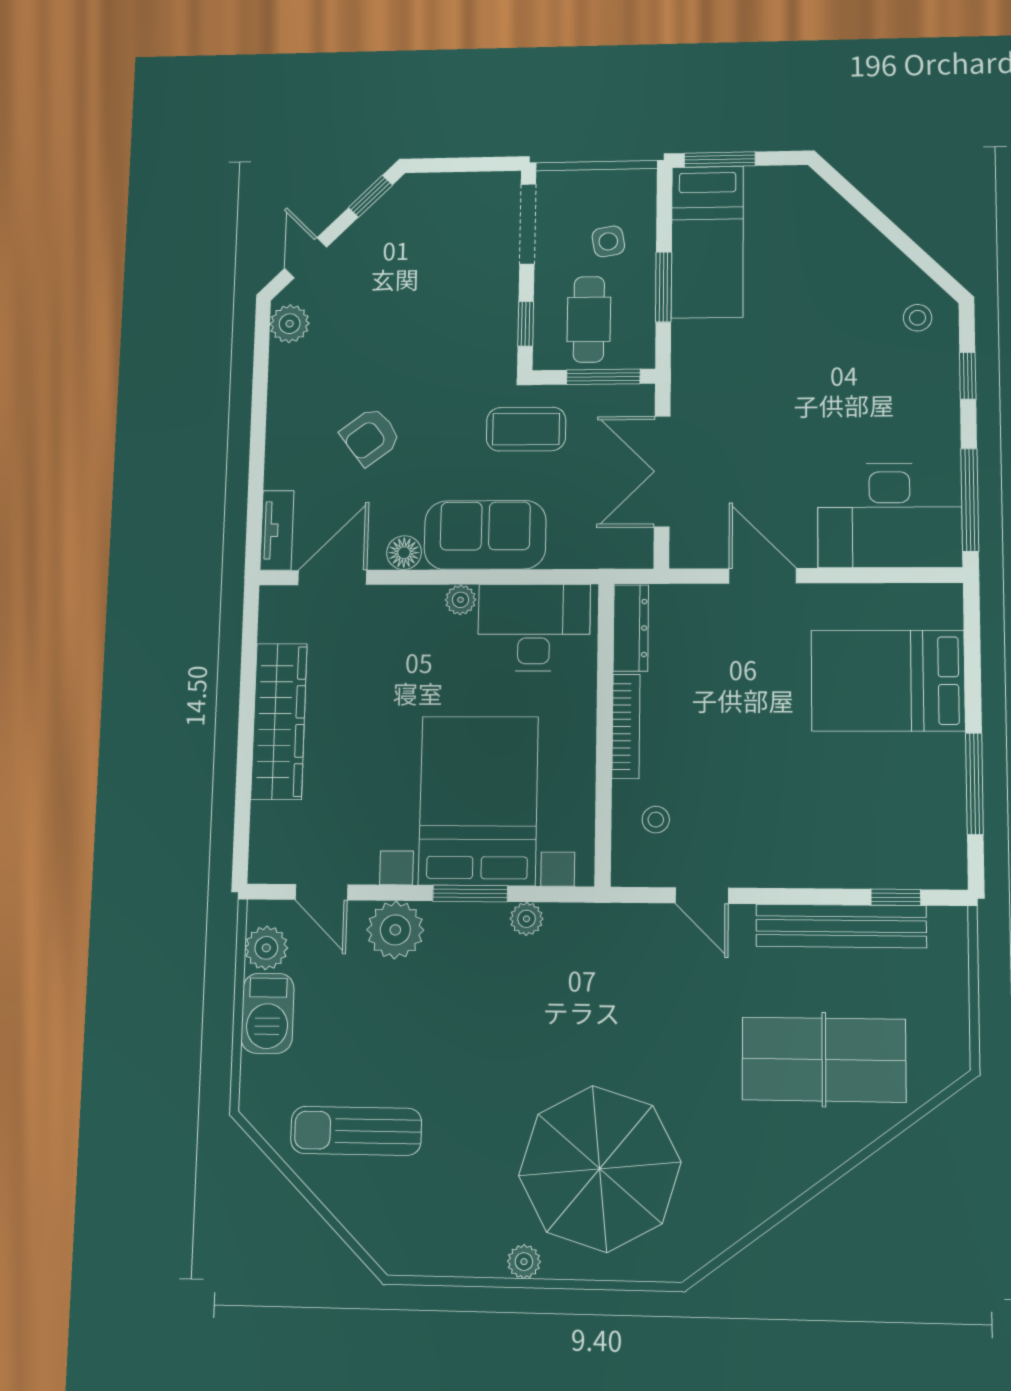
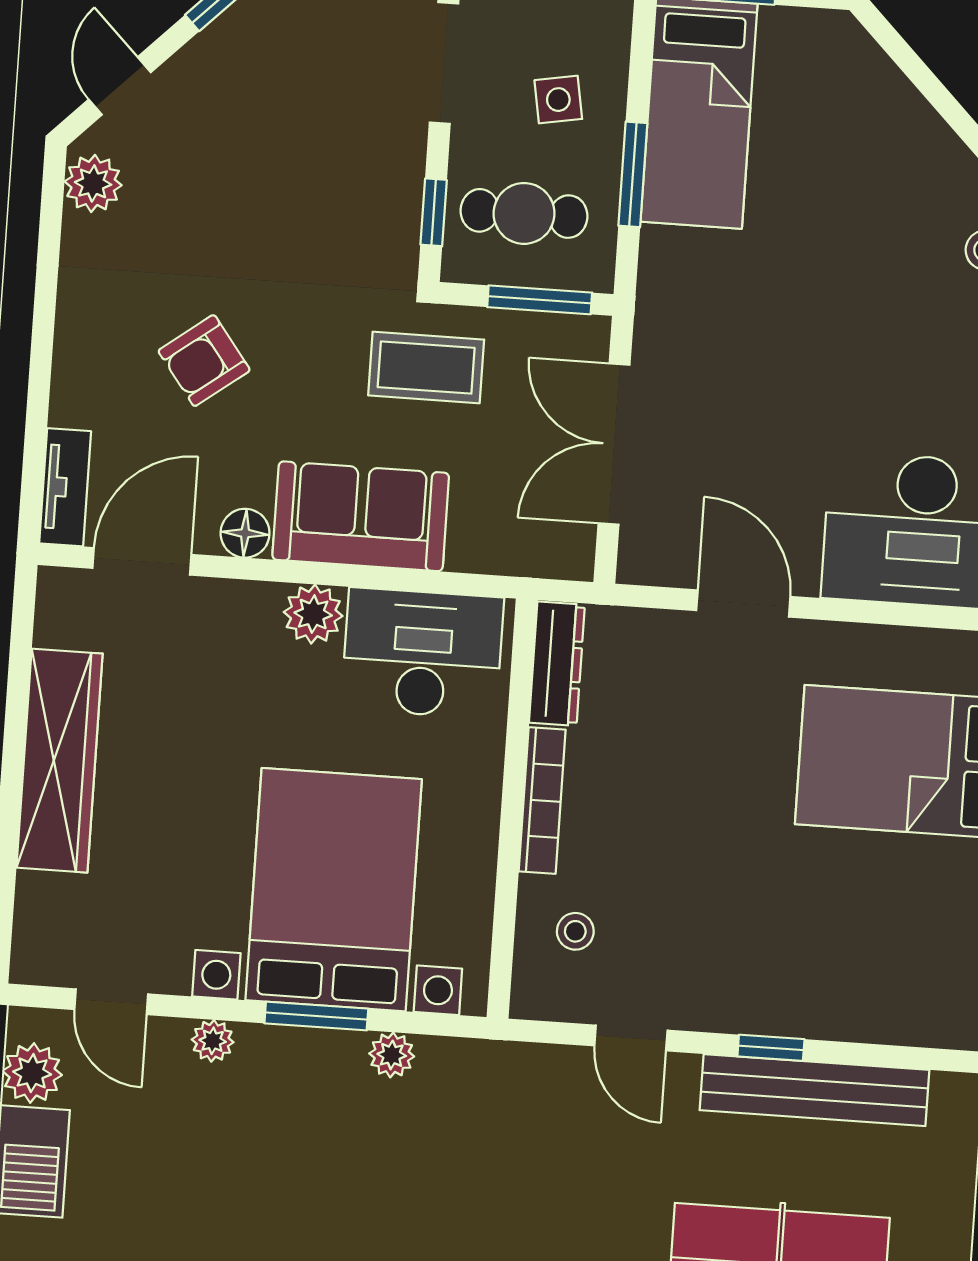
cafe table: (589, 319) -> (524, 213), turned 90
plant: (460, 600) -> (313, 614), width x1.38, depth x1.38
window: (896, 897) -> (771, 1048), moved
plant: (395, 930) -> (213, 1041), width x0.53, depth x0.53

